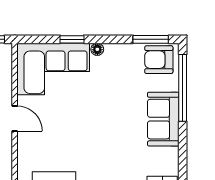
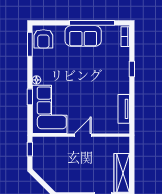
window: (183, 88) -> (92, 23), moved

